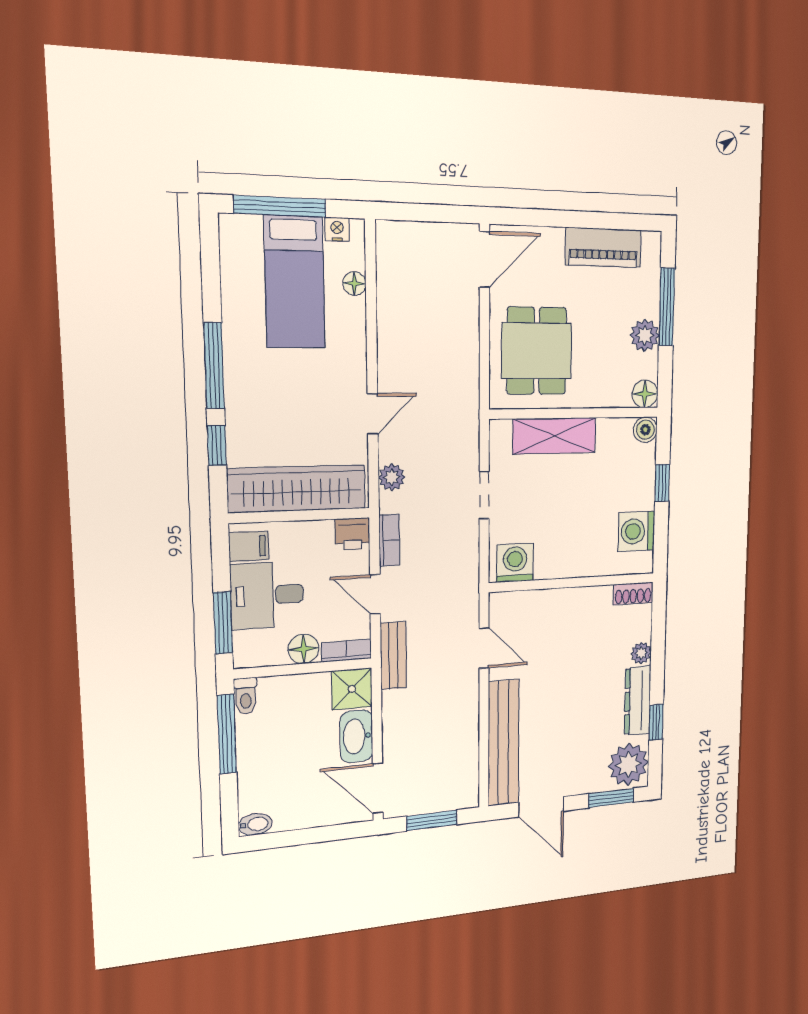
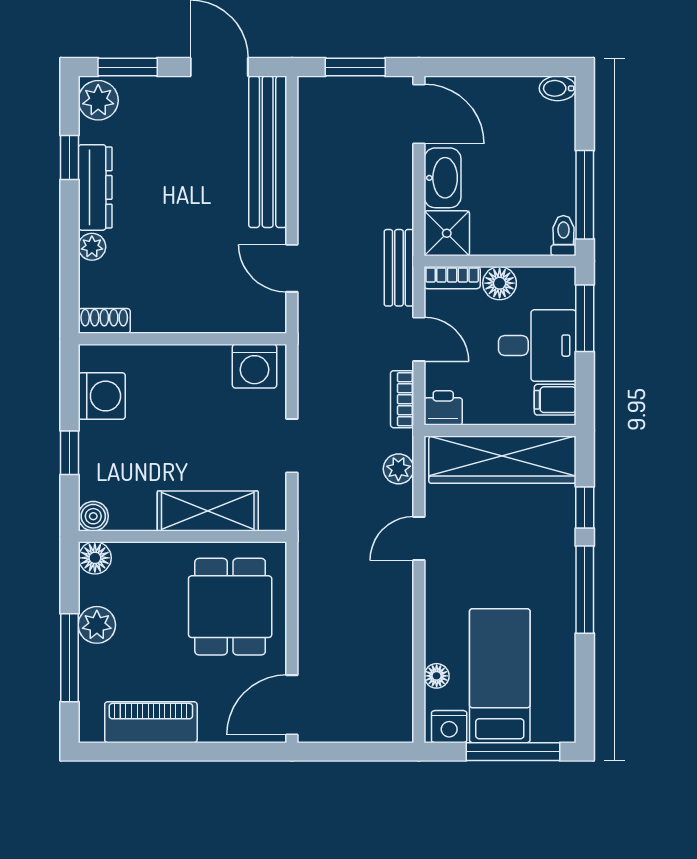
nightstand: (337, 229) -> (449, 727), width x1.39, depth x1.35
plant: (629, 764) -> (98, 100), width x0.73, depth x0.73

